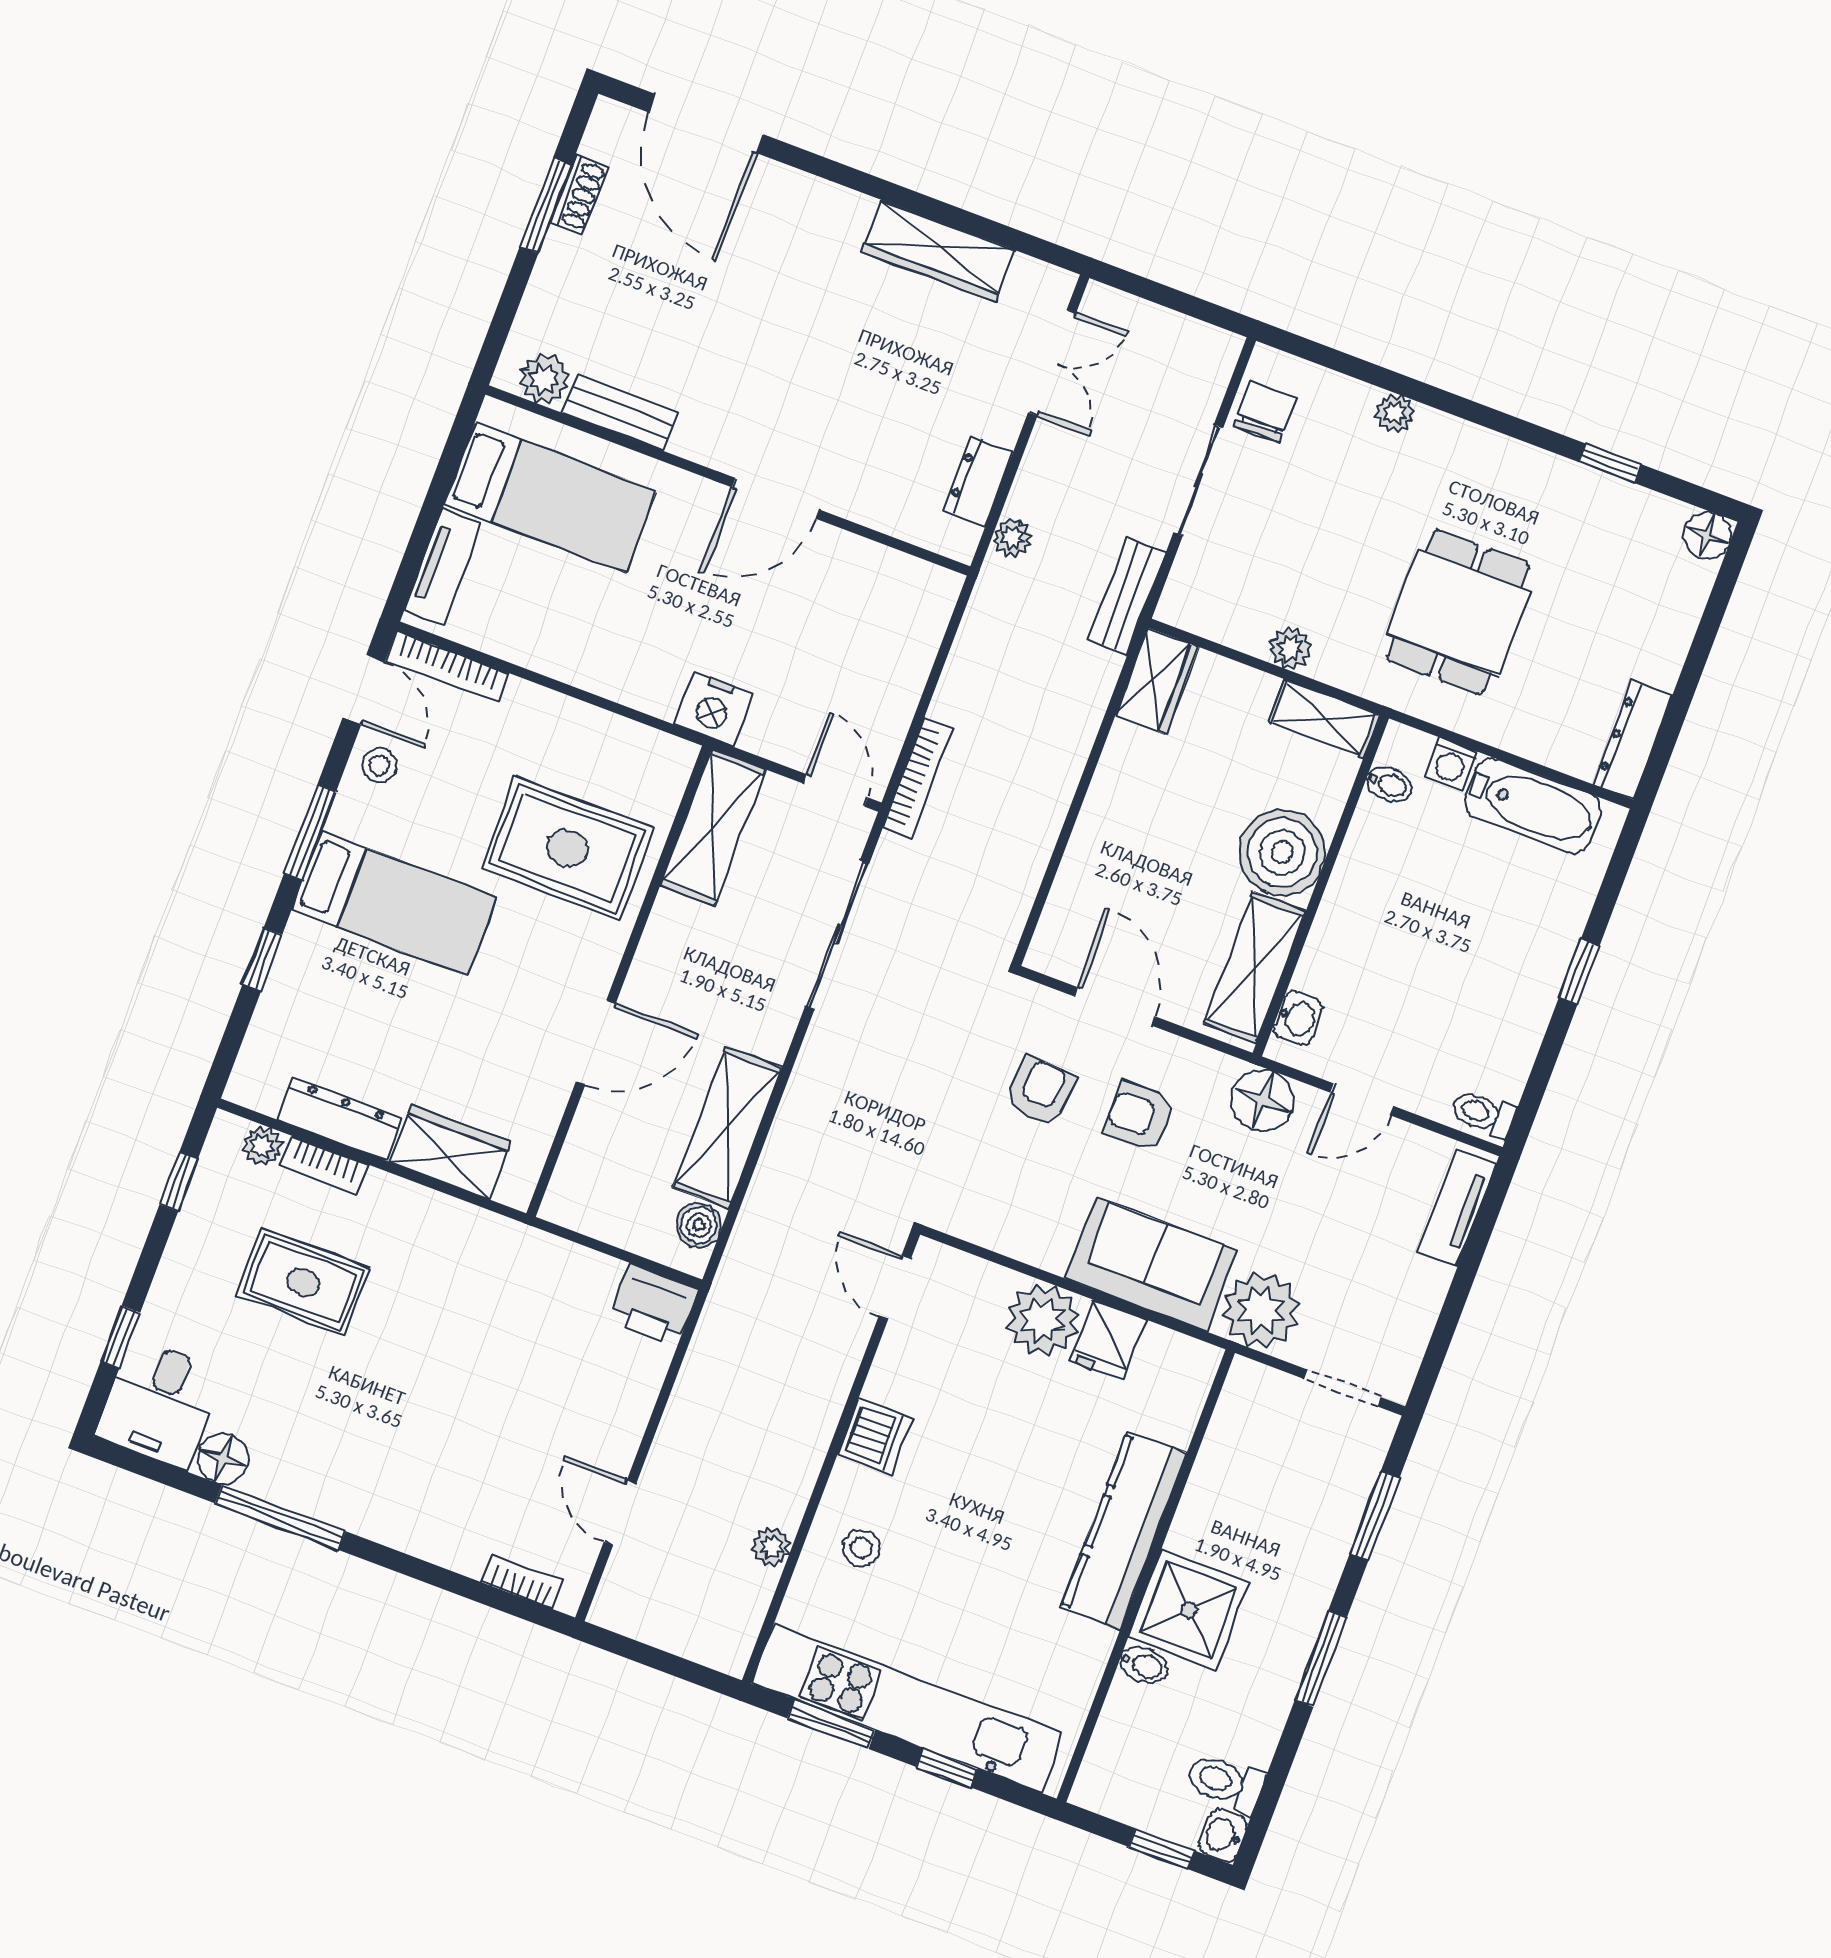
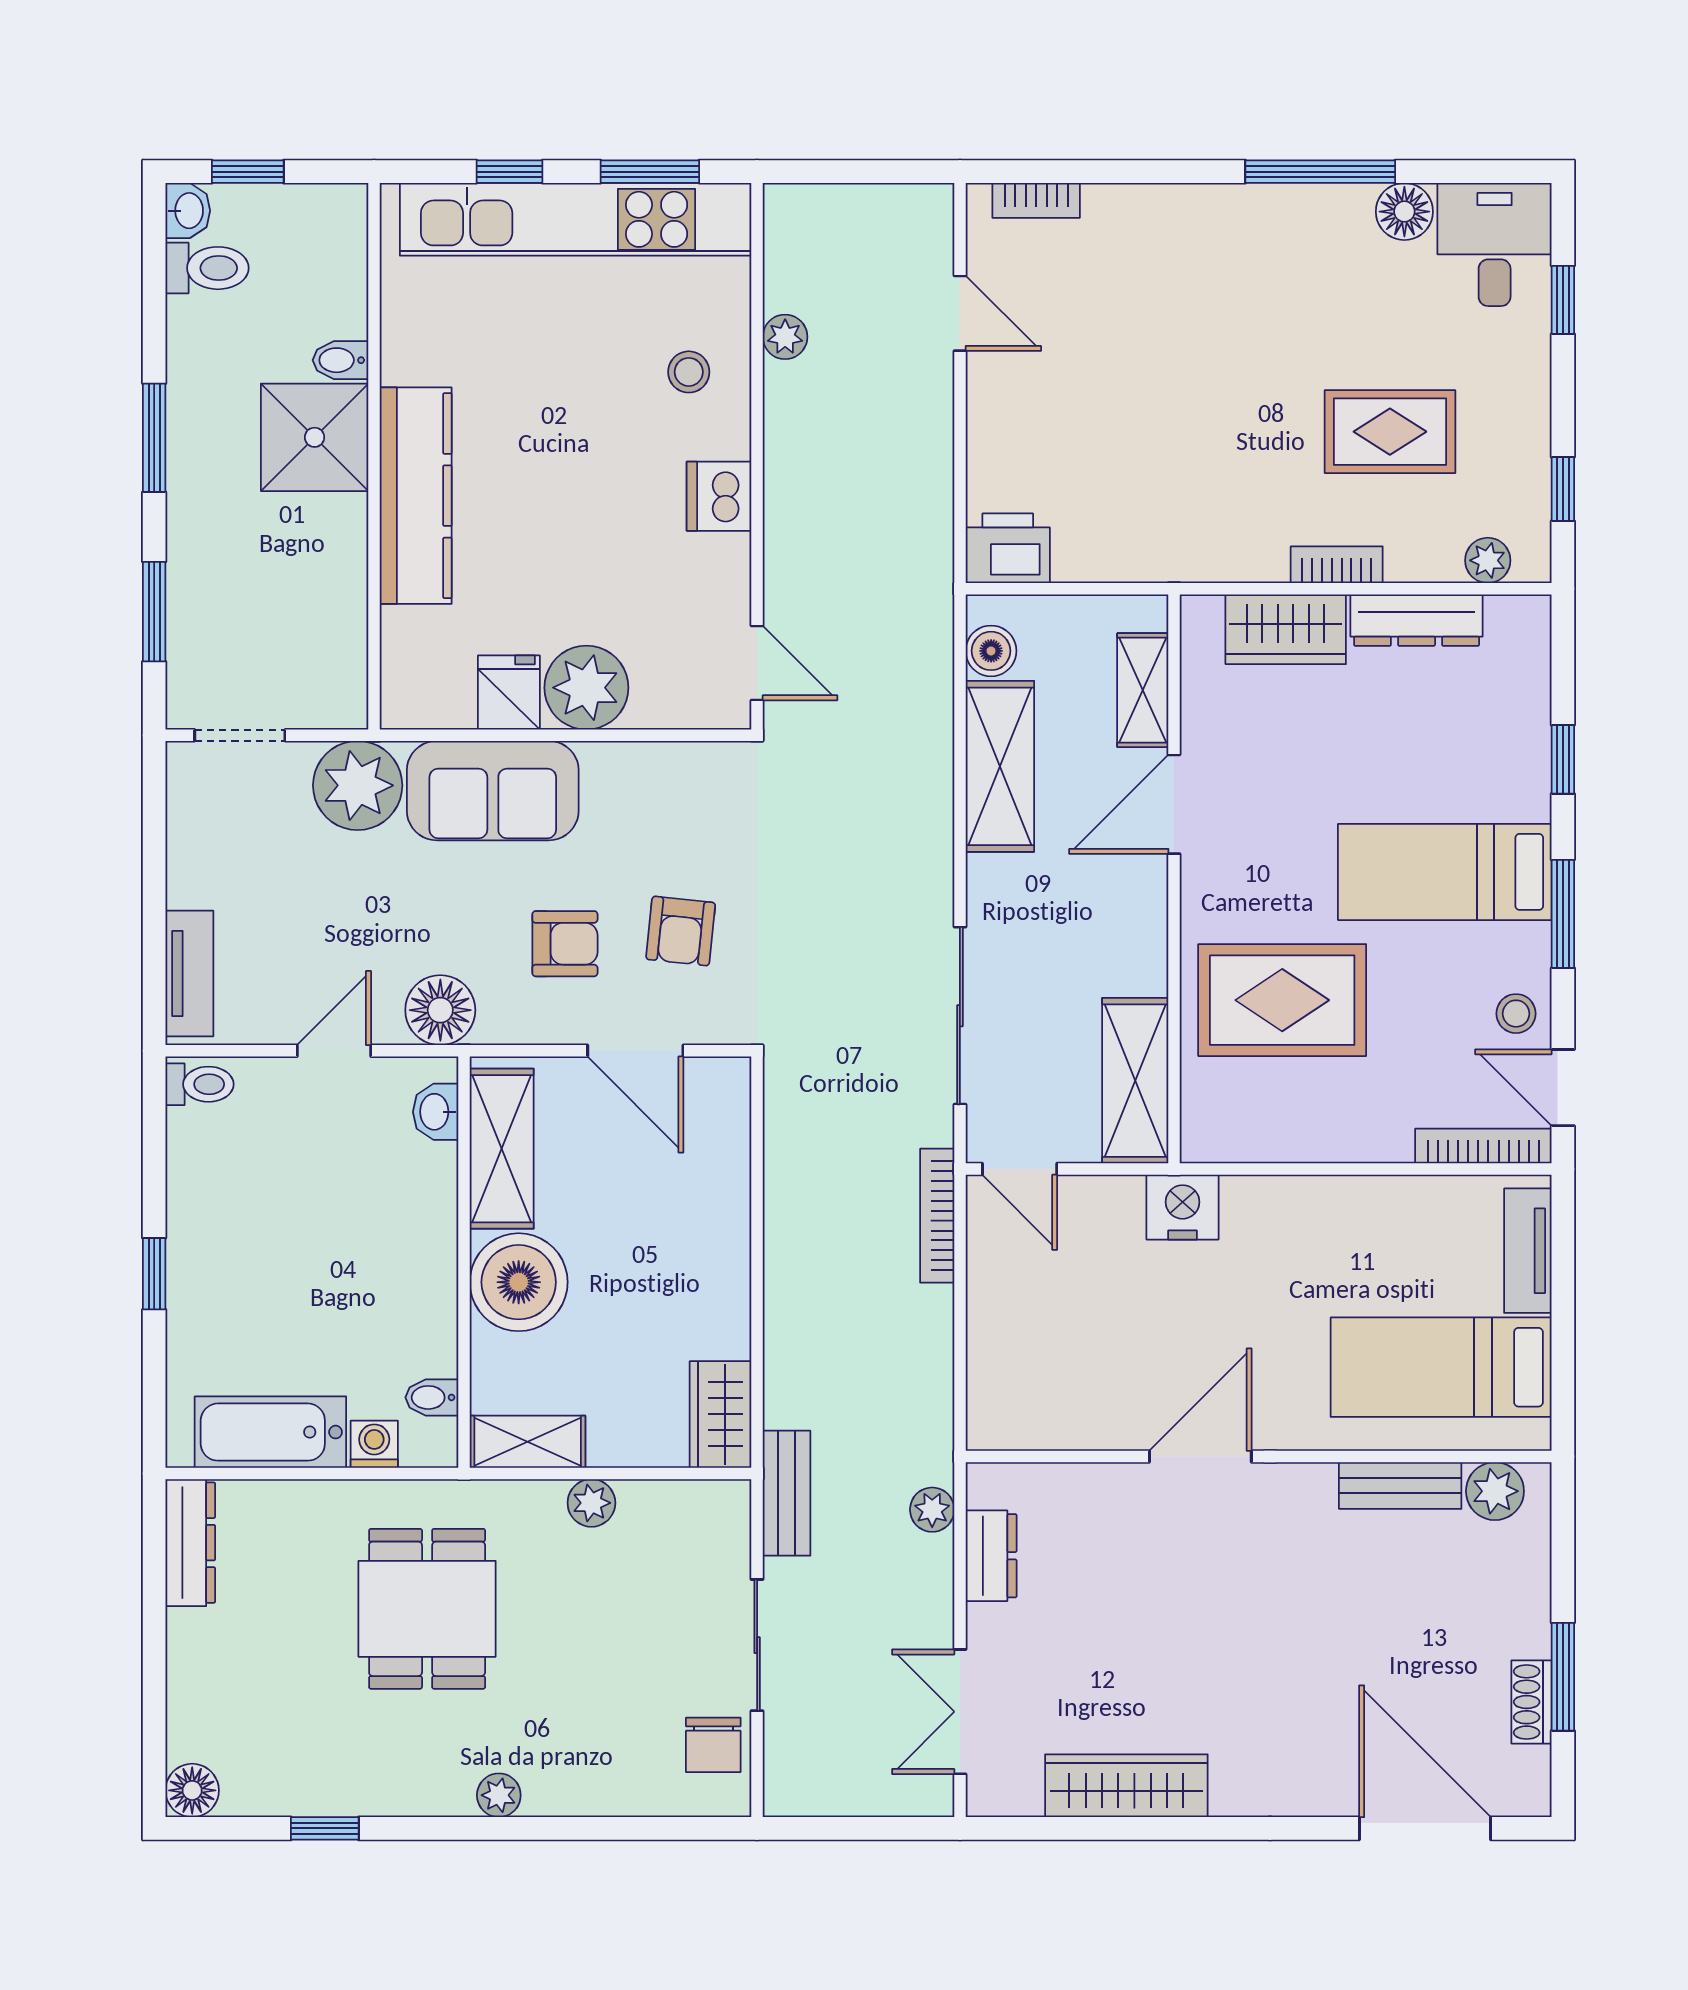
plant: (1395, 413) -> (499, 1795), moved
shelving: (586, 1146) -> (1143, 690), added
bookcase: (324, 1165) -> (1337, 565), moved

